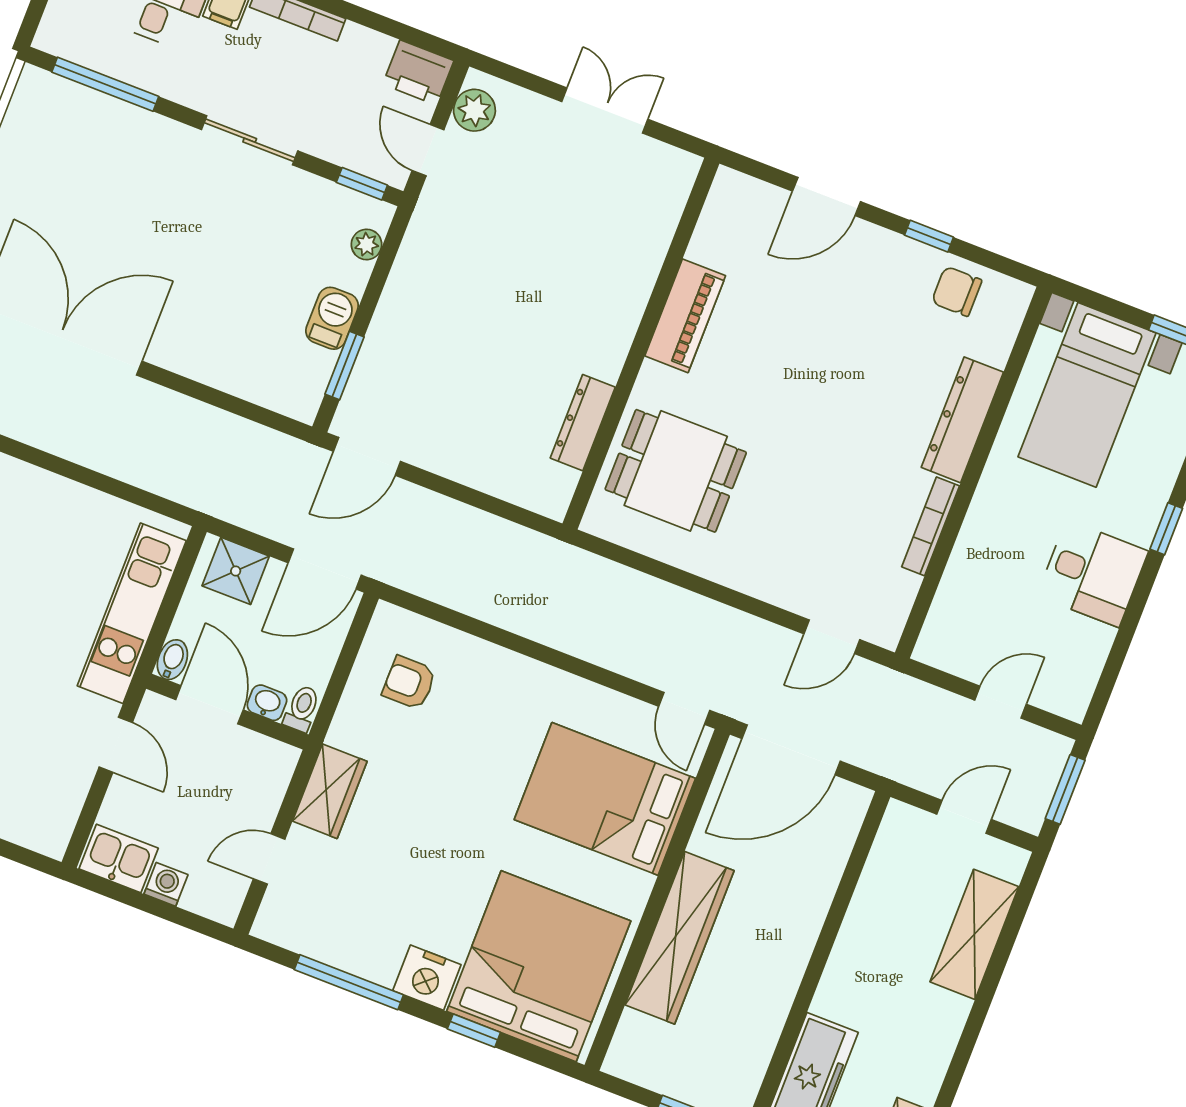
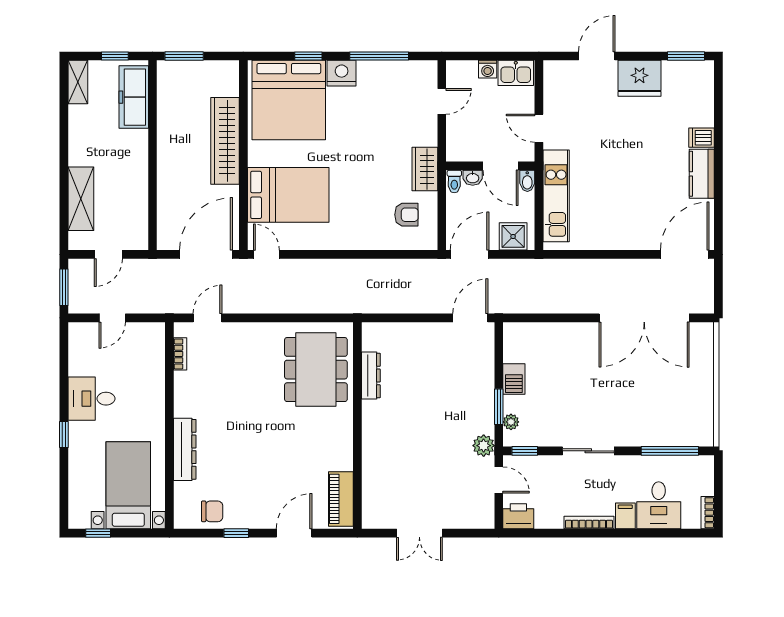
plant: (474, 110) -> (484, 446), moved
piano: (685, 316) -> (341, 499), moved
window: (344, 365) -> (499, 407), moved
dining table: (676, 471) -> (316, 370), width x1.38
bookcase: (931, 526) -> (180, 354), moved, width x0.64
wardrobe: (330, 791) -> (425, 169), moved

